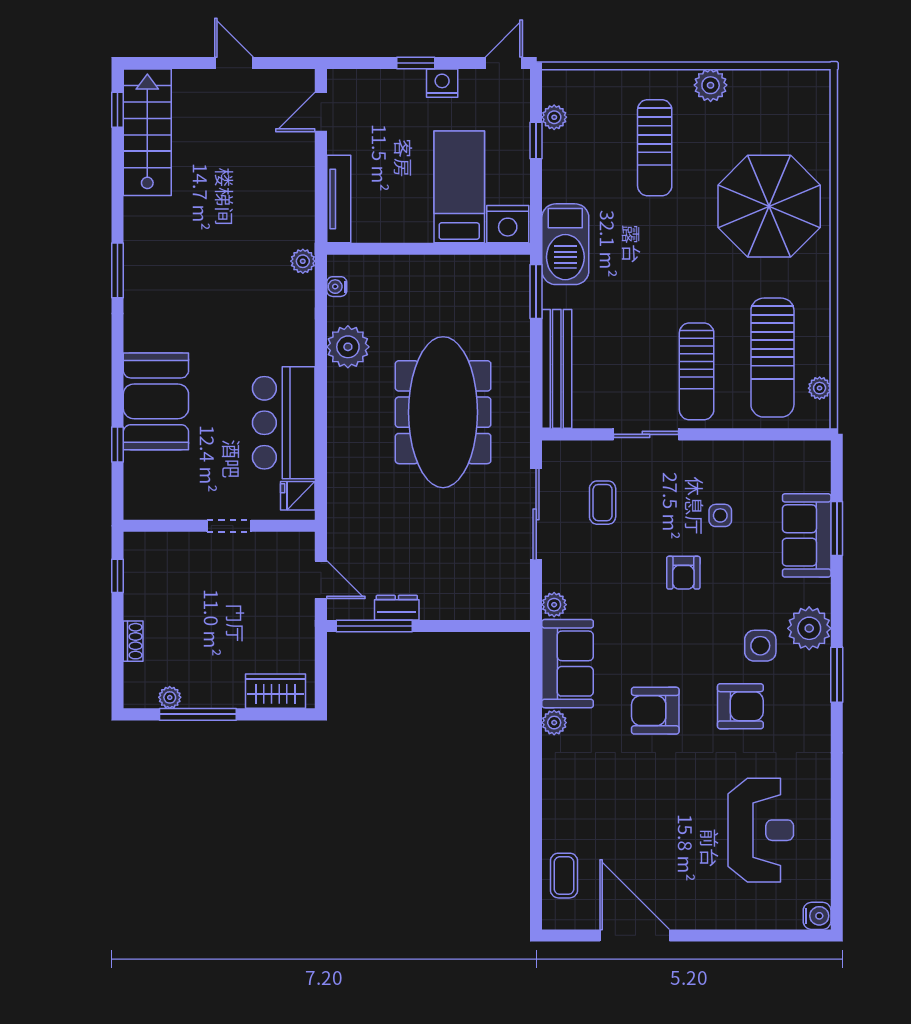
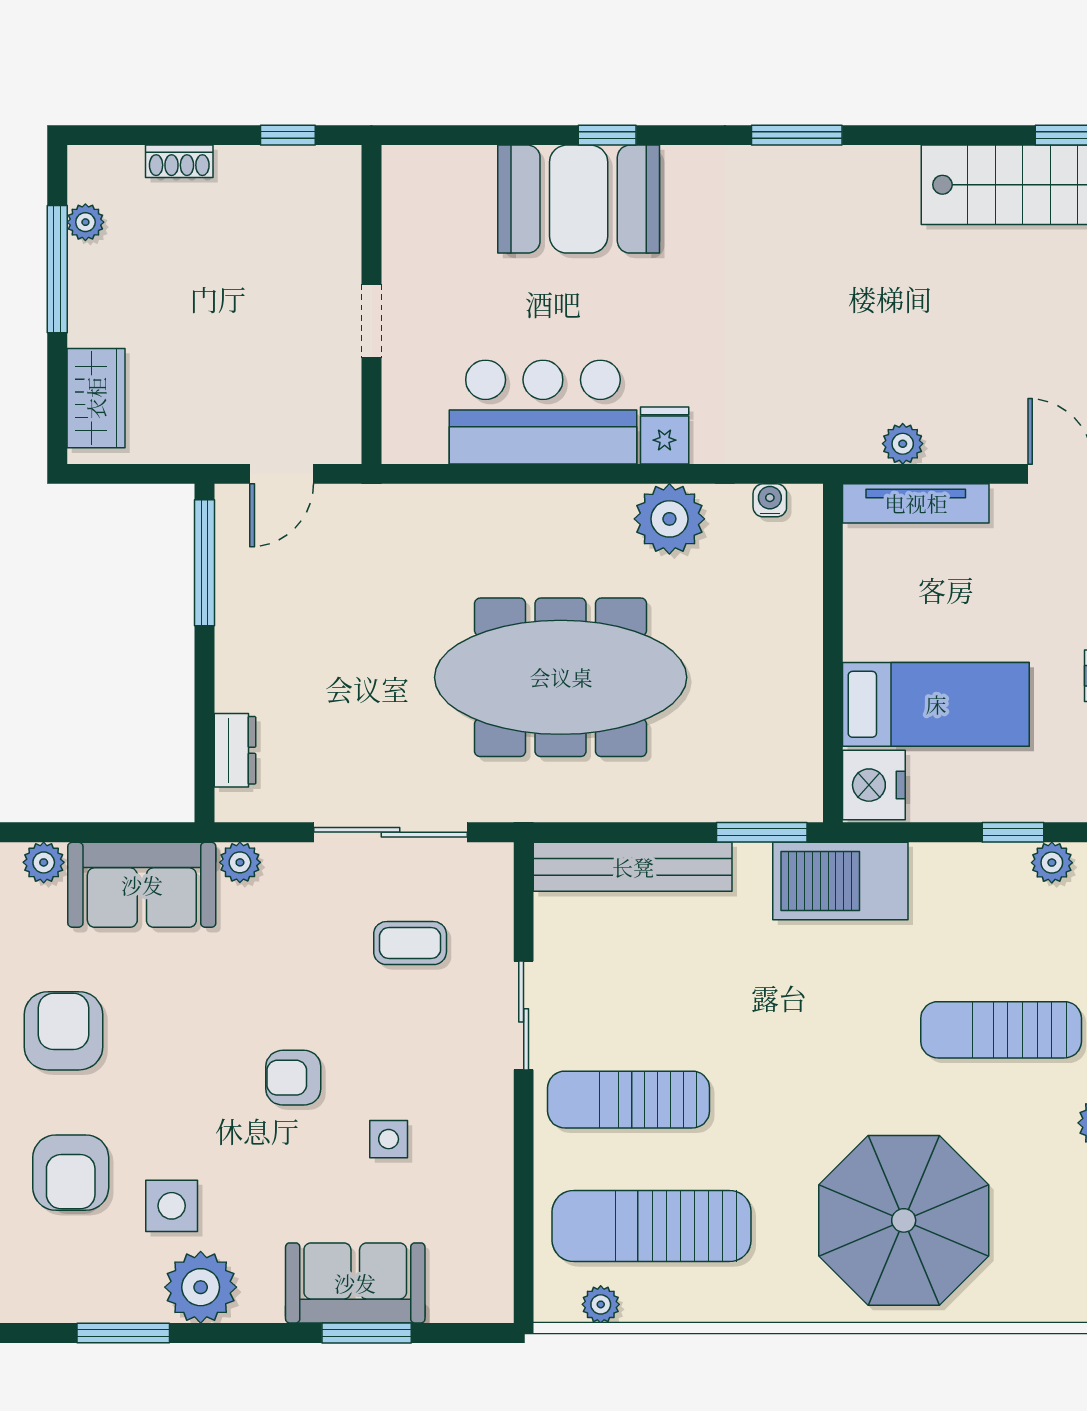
plant: (303, 261) -> (903, 444), moved
window: (117, 445) -> (607, 135), moved
fridge: (298, 496) -> (665, 435), moved
dresser: (397, 608) -> (235, 750), moved

